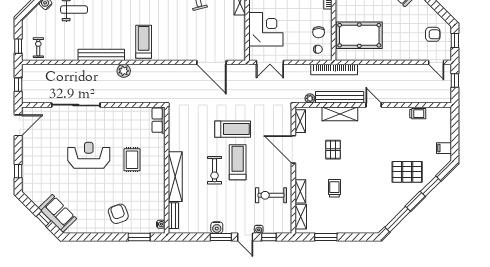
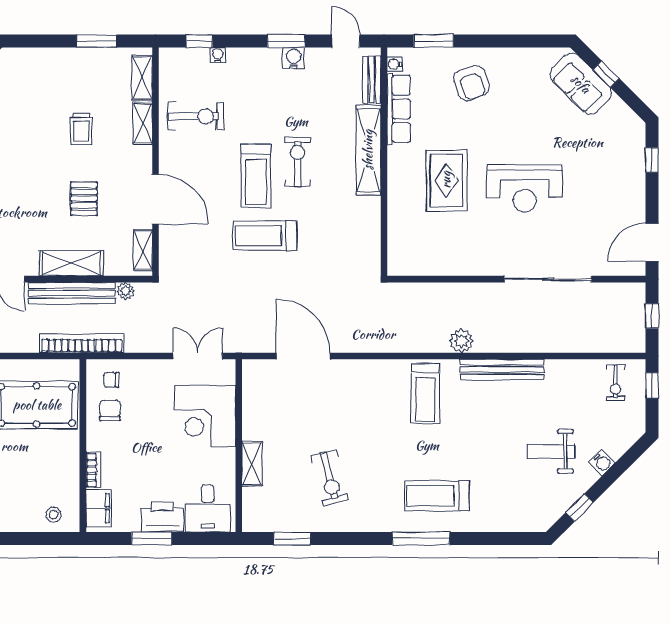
row of seats: (158, 120) -> (399, 109), moved, width x1.48
rug: (132, 160) -> (446, 180), width x1.36, depth x1.43
door: (245, 237) -> (346, 41), moved

